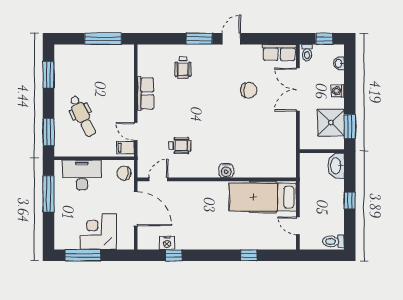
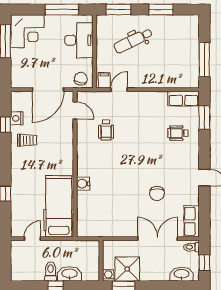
window: (199, 39) -> (204, 117), moved
washbasin: (339, 63) -> (182, 274), width x1.91, depth x1.45
window: (49, 75) -> (161, 10), moved
washing machine: (338, 91) -> (108, 275), moved
row of seats: (146, 93) -> (184, 99), moved
washbasin: (336, 166) -> (69, 274), moved
water cooler: (226, 171) -> (83, 184), moved
corner desk: (98, 232) -> (27, 31), moved, turned 90
trolley: (191, 232) -> (27, 140), added
toilet: (333, 241) -> (51, 271), moved

